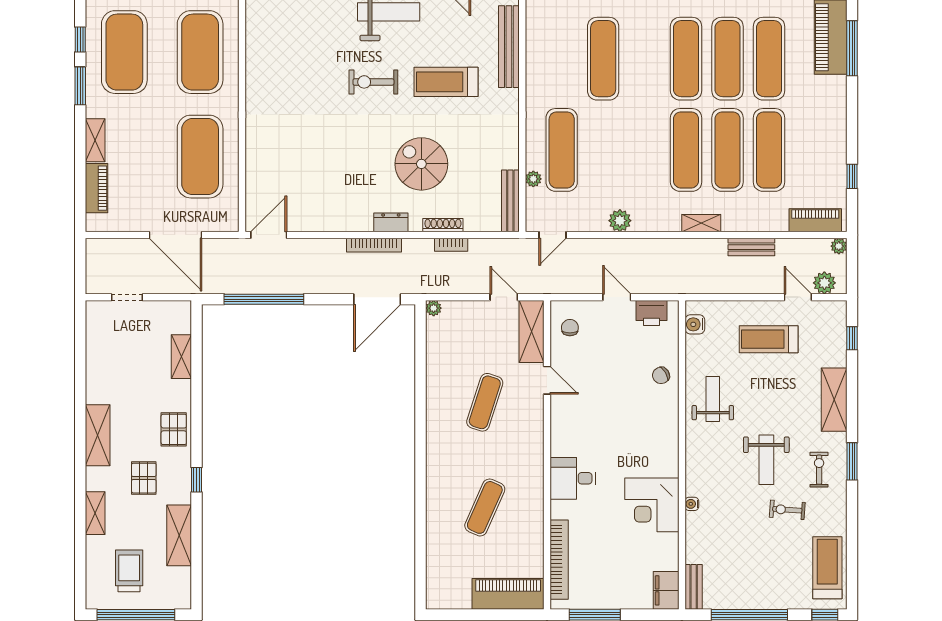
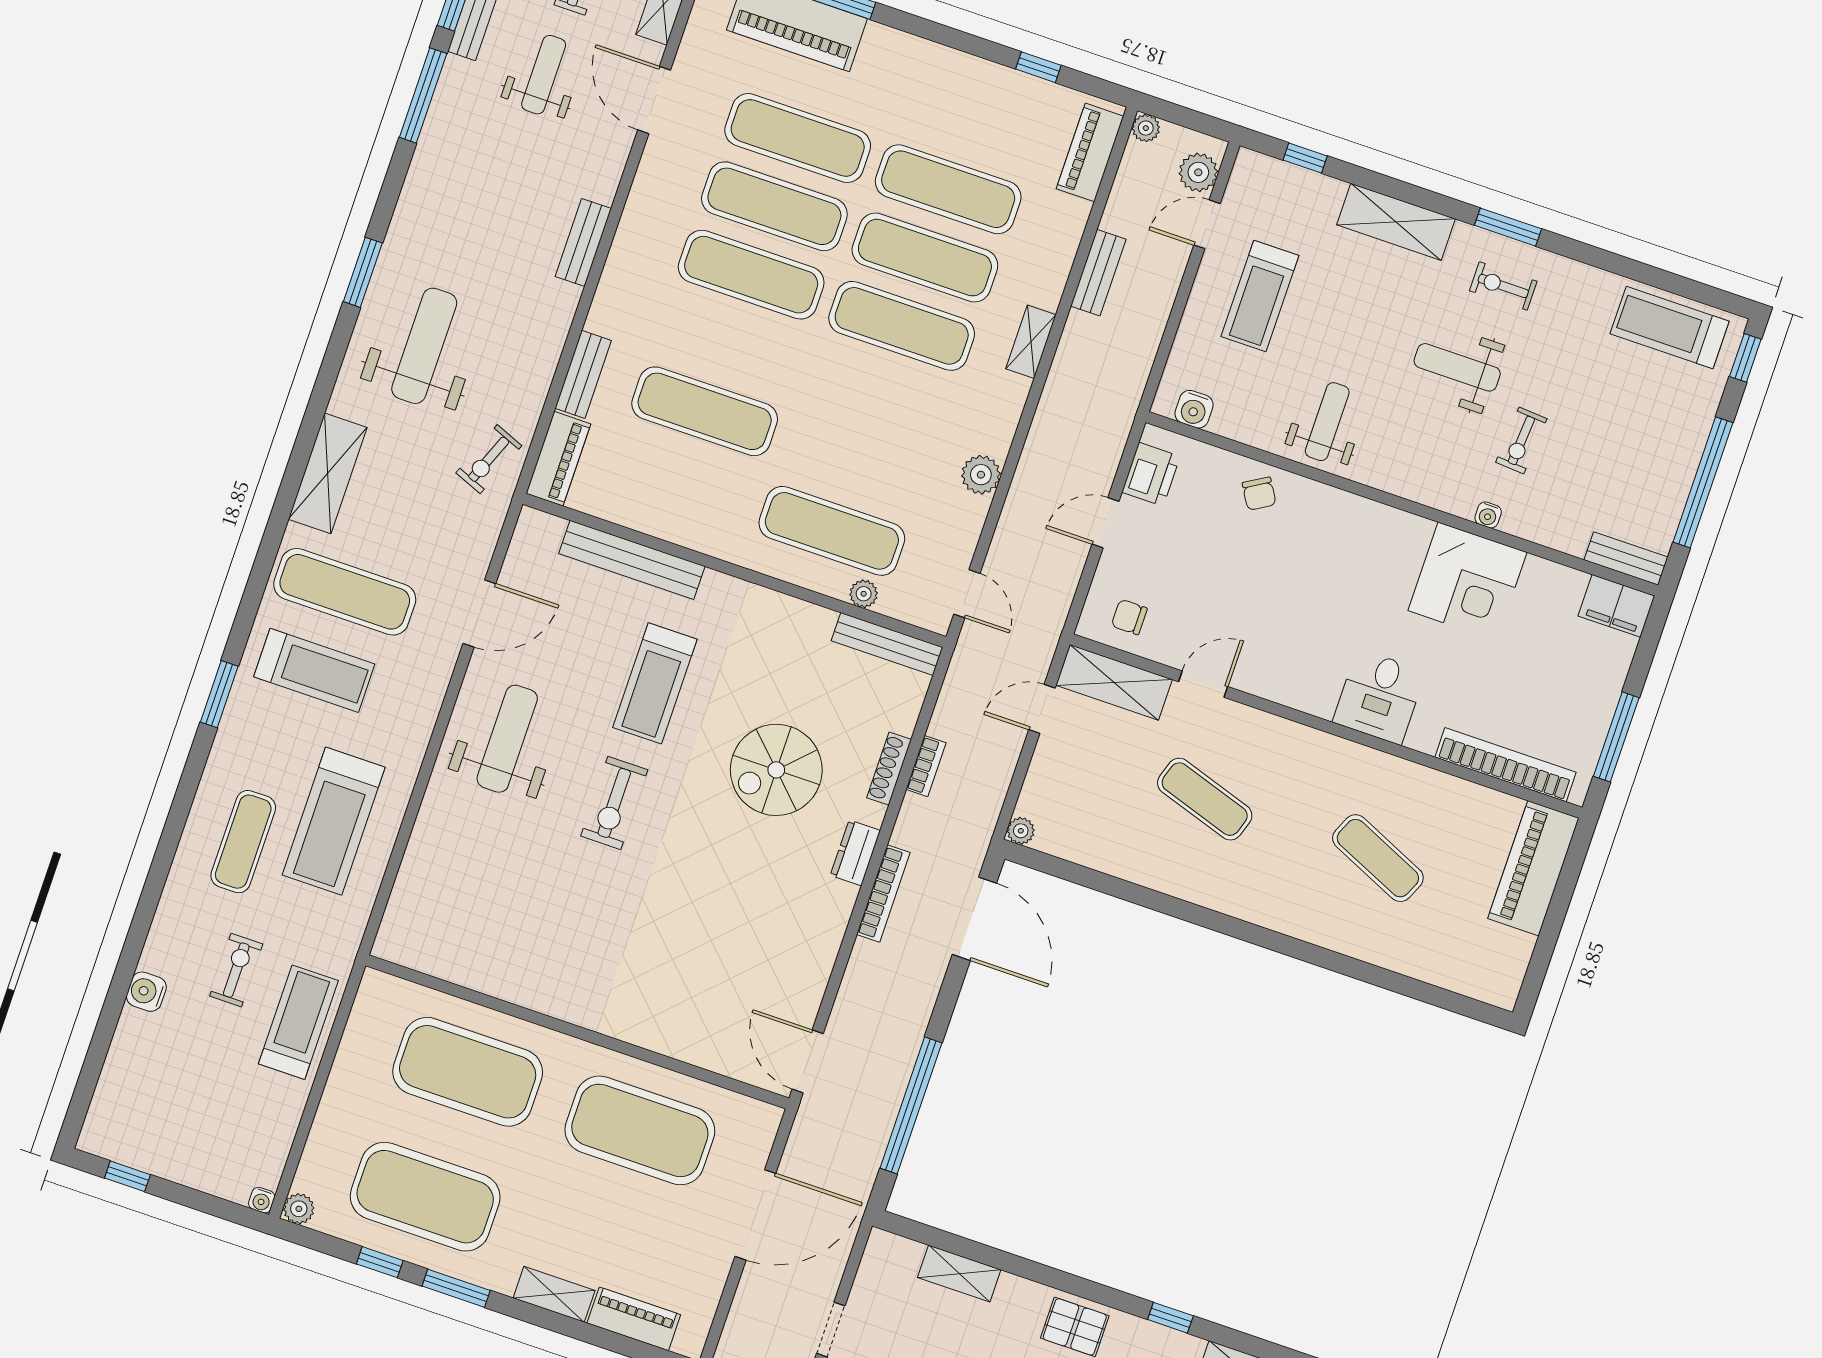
weight bench: (713, 399) -> (1327, 422), turned 90
weight bench: (766, 460) -> (1457, 367), turned 180
exercise bike: (787, 510) -> (1521, 440), moved

